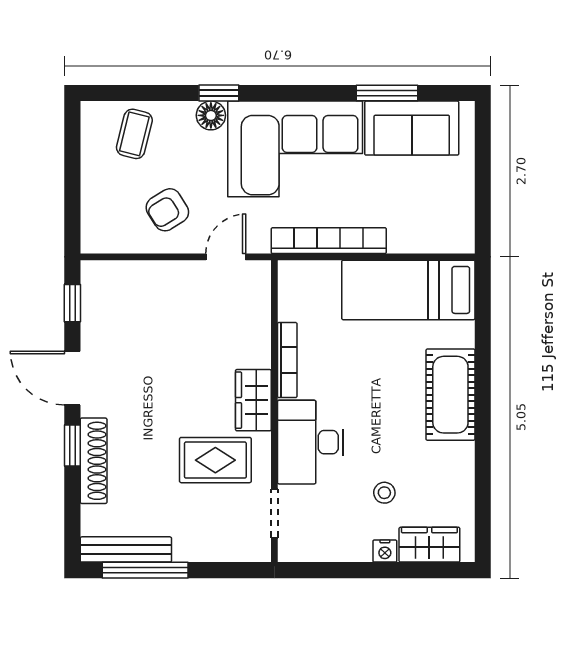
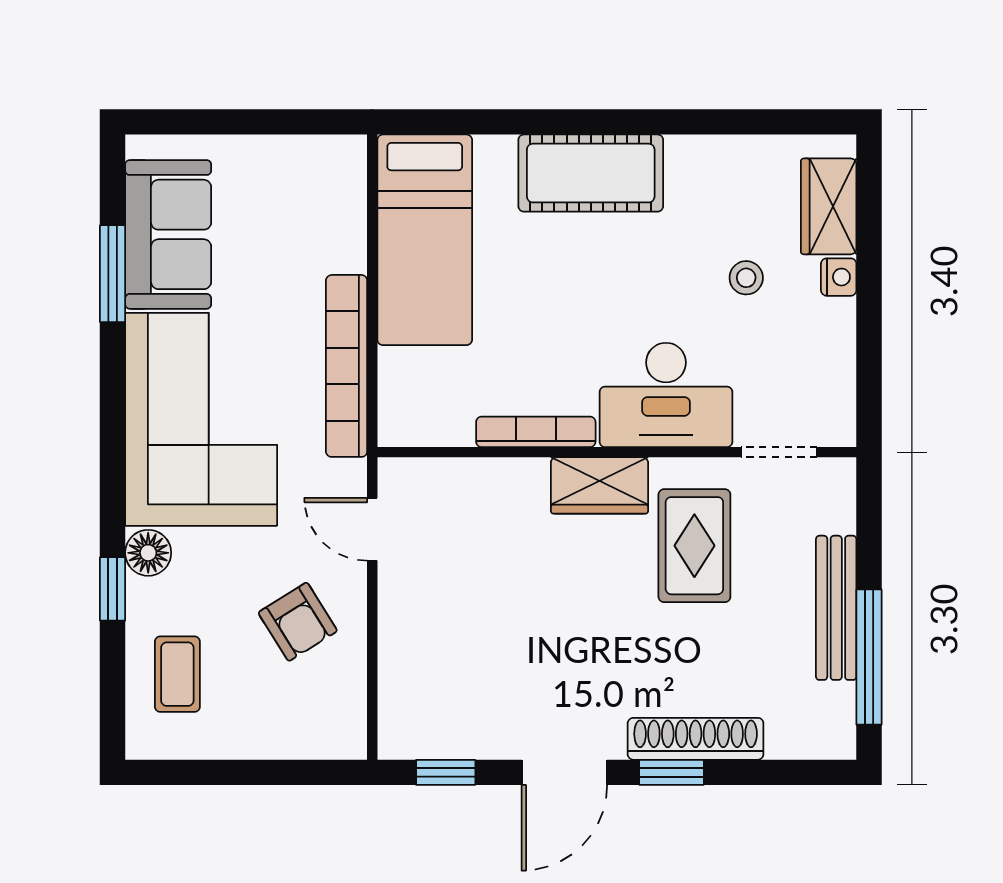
window: (219, 93) -> (113, 589), moved
coffee table: (134, 134) -> (177, 674), turned 76
bench: (126, 549) -> (836, 608), moved

